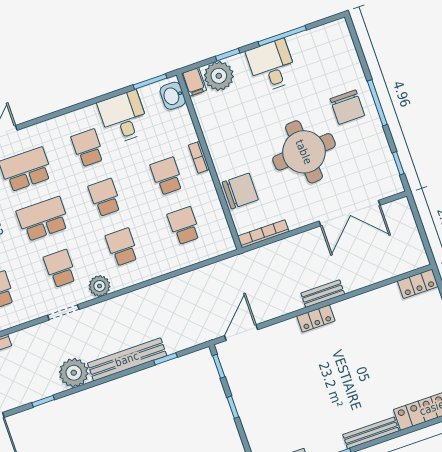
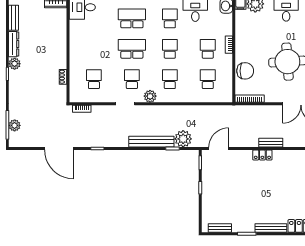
plant: (74, 373) -> (183, 139), moved

